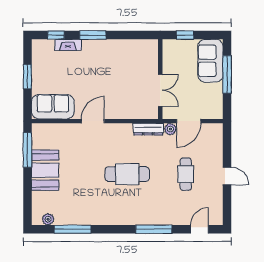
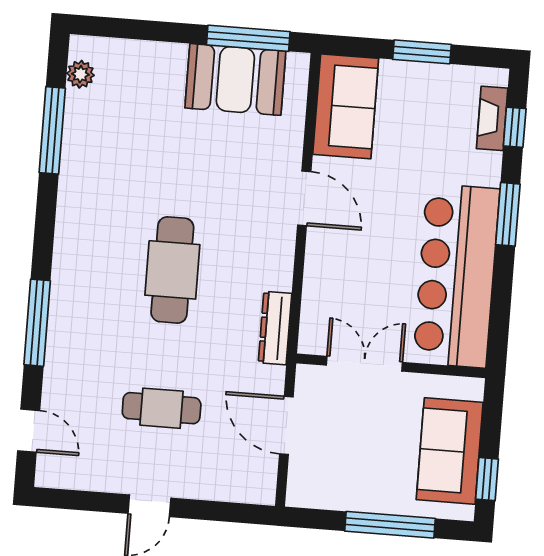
window: (185, 35) -> (487, 479), moved
fireplace: (68, 45) -> (492, 118), moved
bar counter: (120, 55) -> (456, 276), added
sofa: (210, 61) -> (450, 451), moved, turned -90
double door: (160, 90) -> (364, 364), swing flipped
plant: (170, 129) -> (271, 380), removed
booth: (45, 170) -> (235, 79), moved

